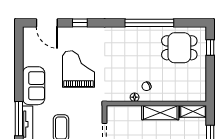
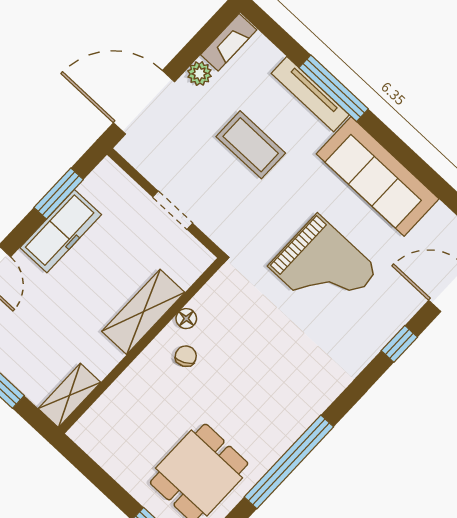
sofa: (34, 86) -> (378, 176), width x1.36
shelving: (160, 113) -> (143, 312), moved

